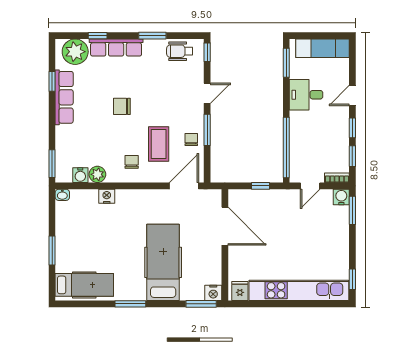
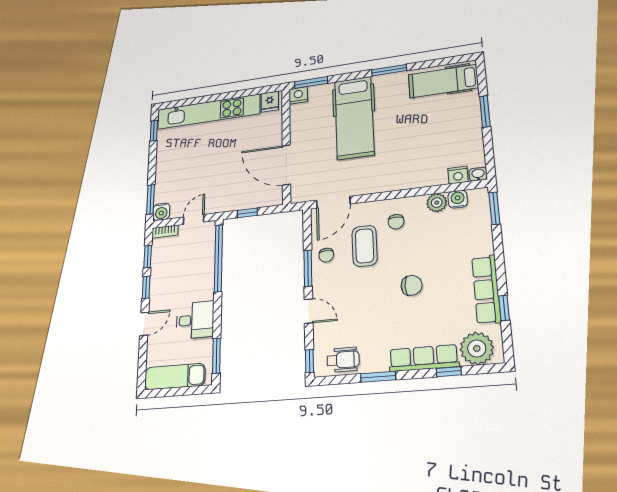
door: (207, 93) -> (309, 311), swing flipped
nightstand: (107, 196) -> (458, 175), moved

